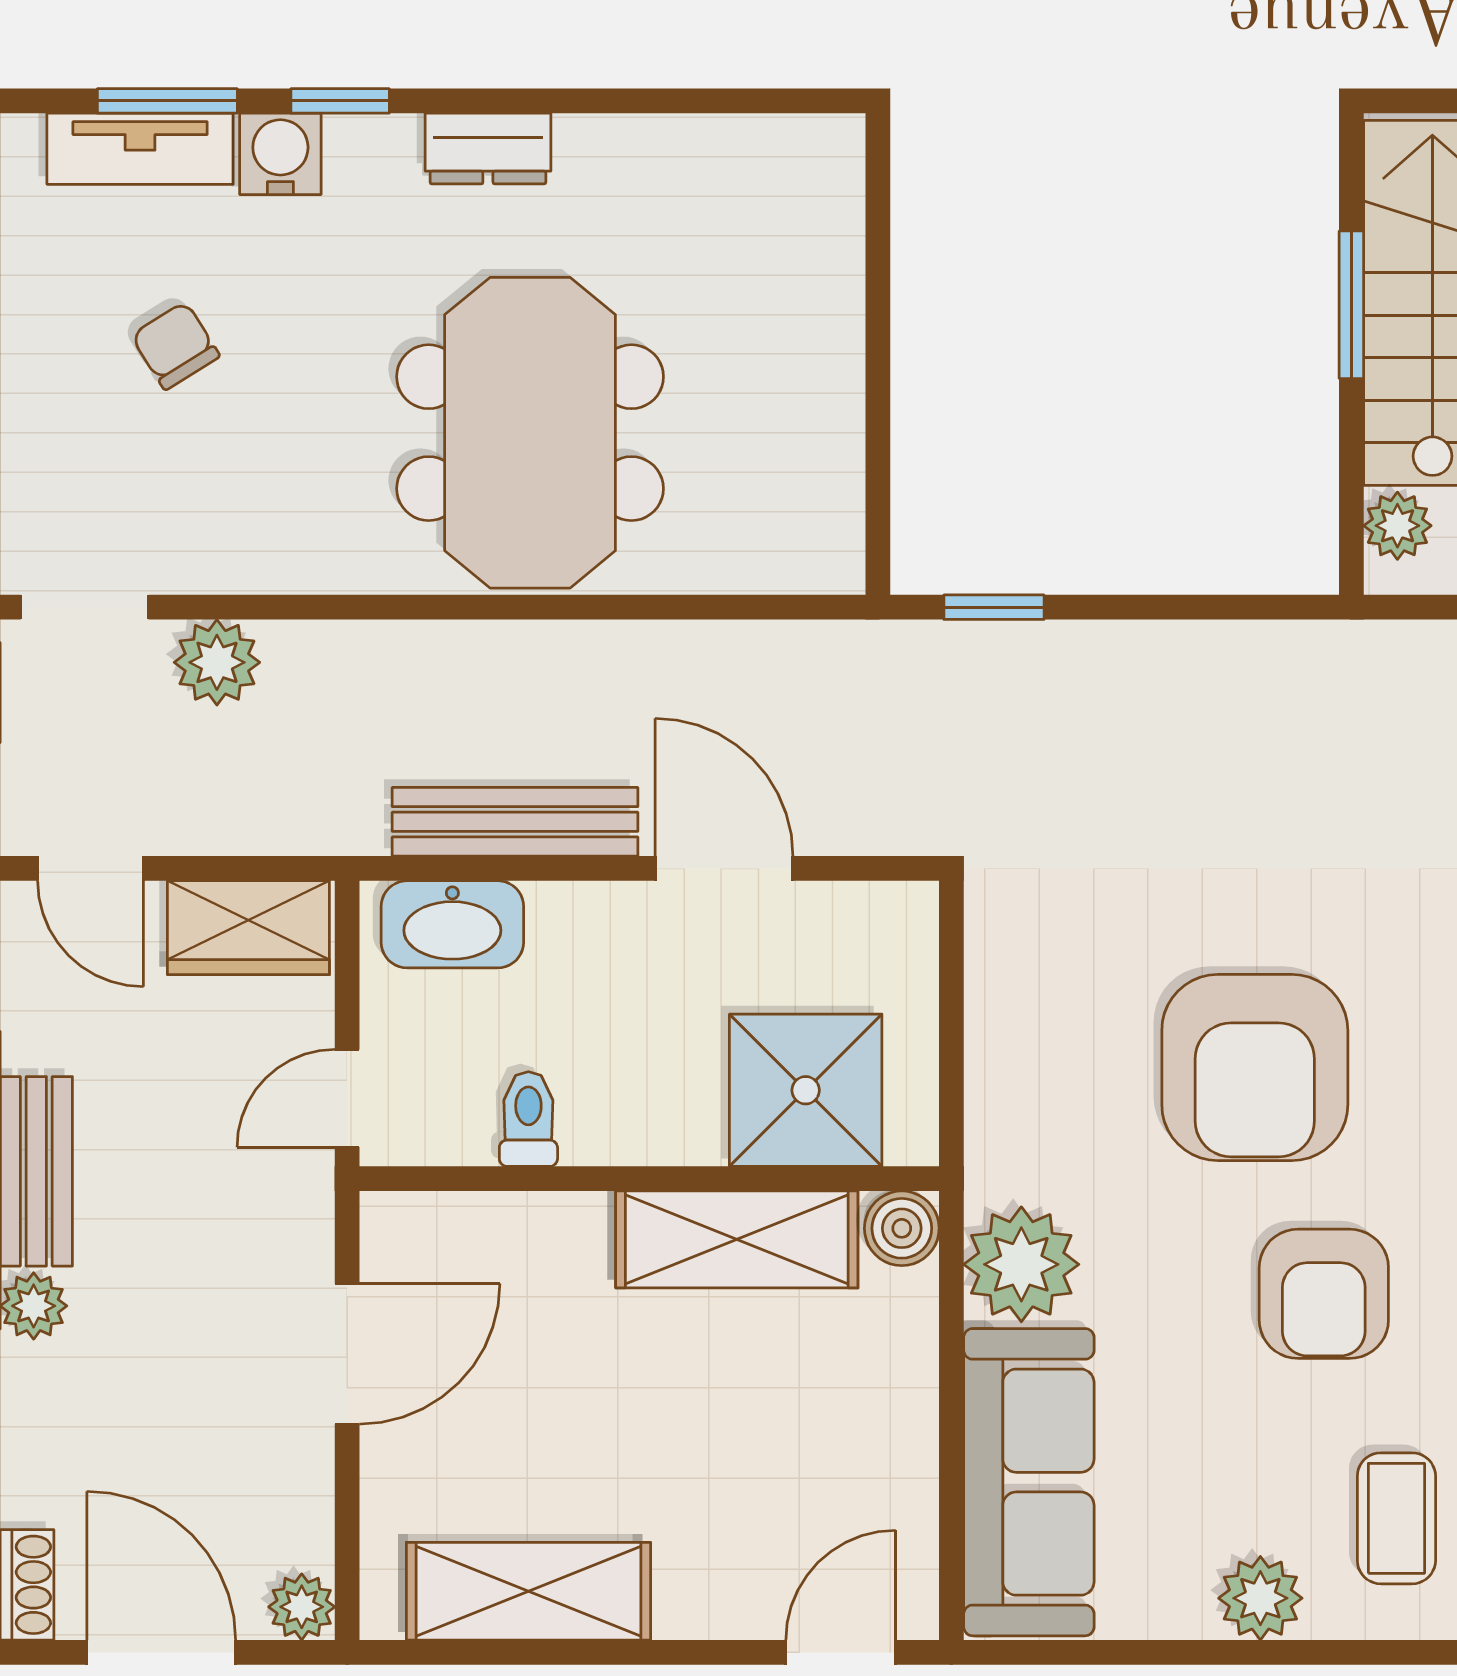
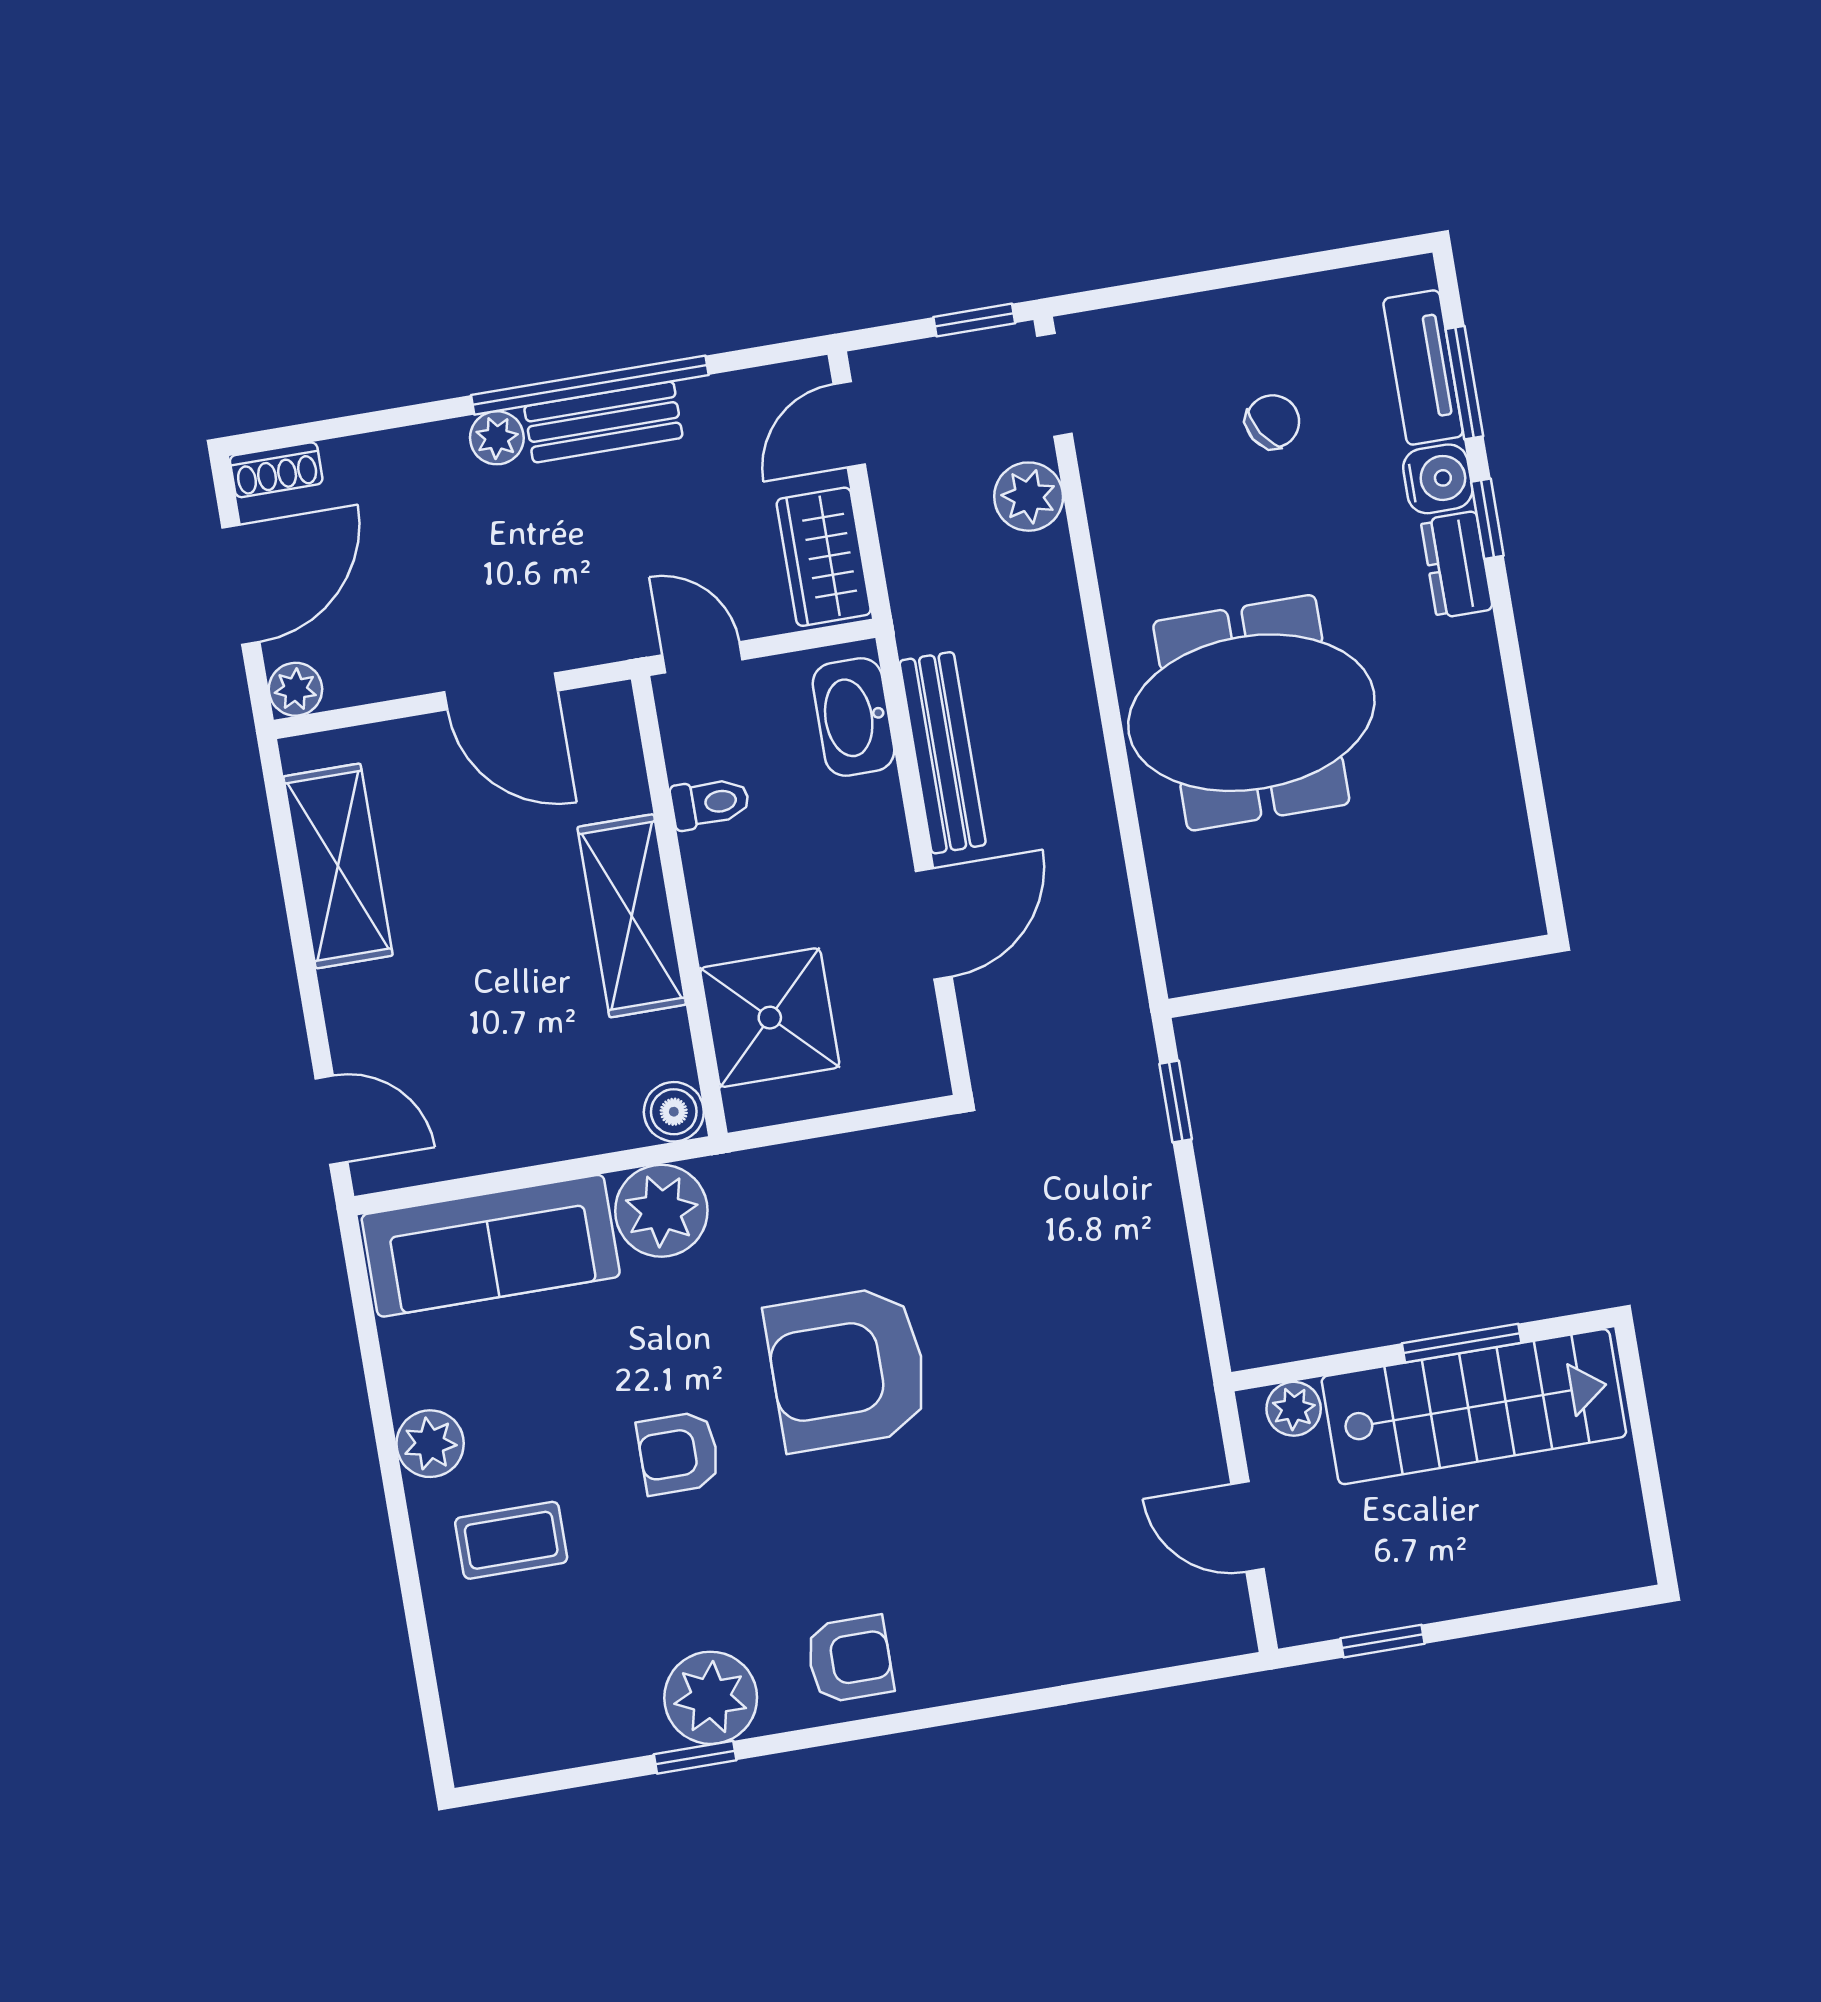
dresser: (488, 149) -> (1457, 565), moved
shelving: (737, 1239) -> (632, 916), moved
armchair: (1324, 1294) -> (678, 1453), width x0.72, depth x0.72

